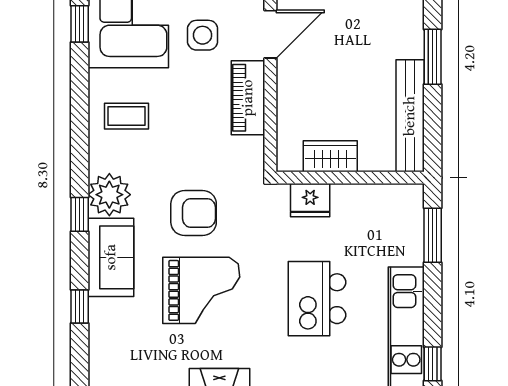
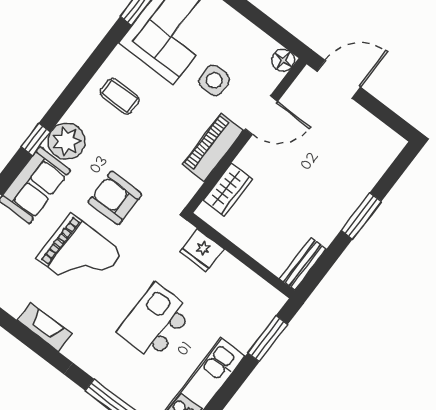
bench: (410, 116) -> (303, 264), width x0.54, depth x0.82
wardrobe: (330, 156) -> (228, 190), moved, turned 90
armchair: (194, 213) -> (115, 198), turned 180

